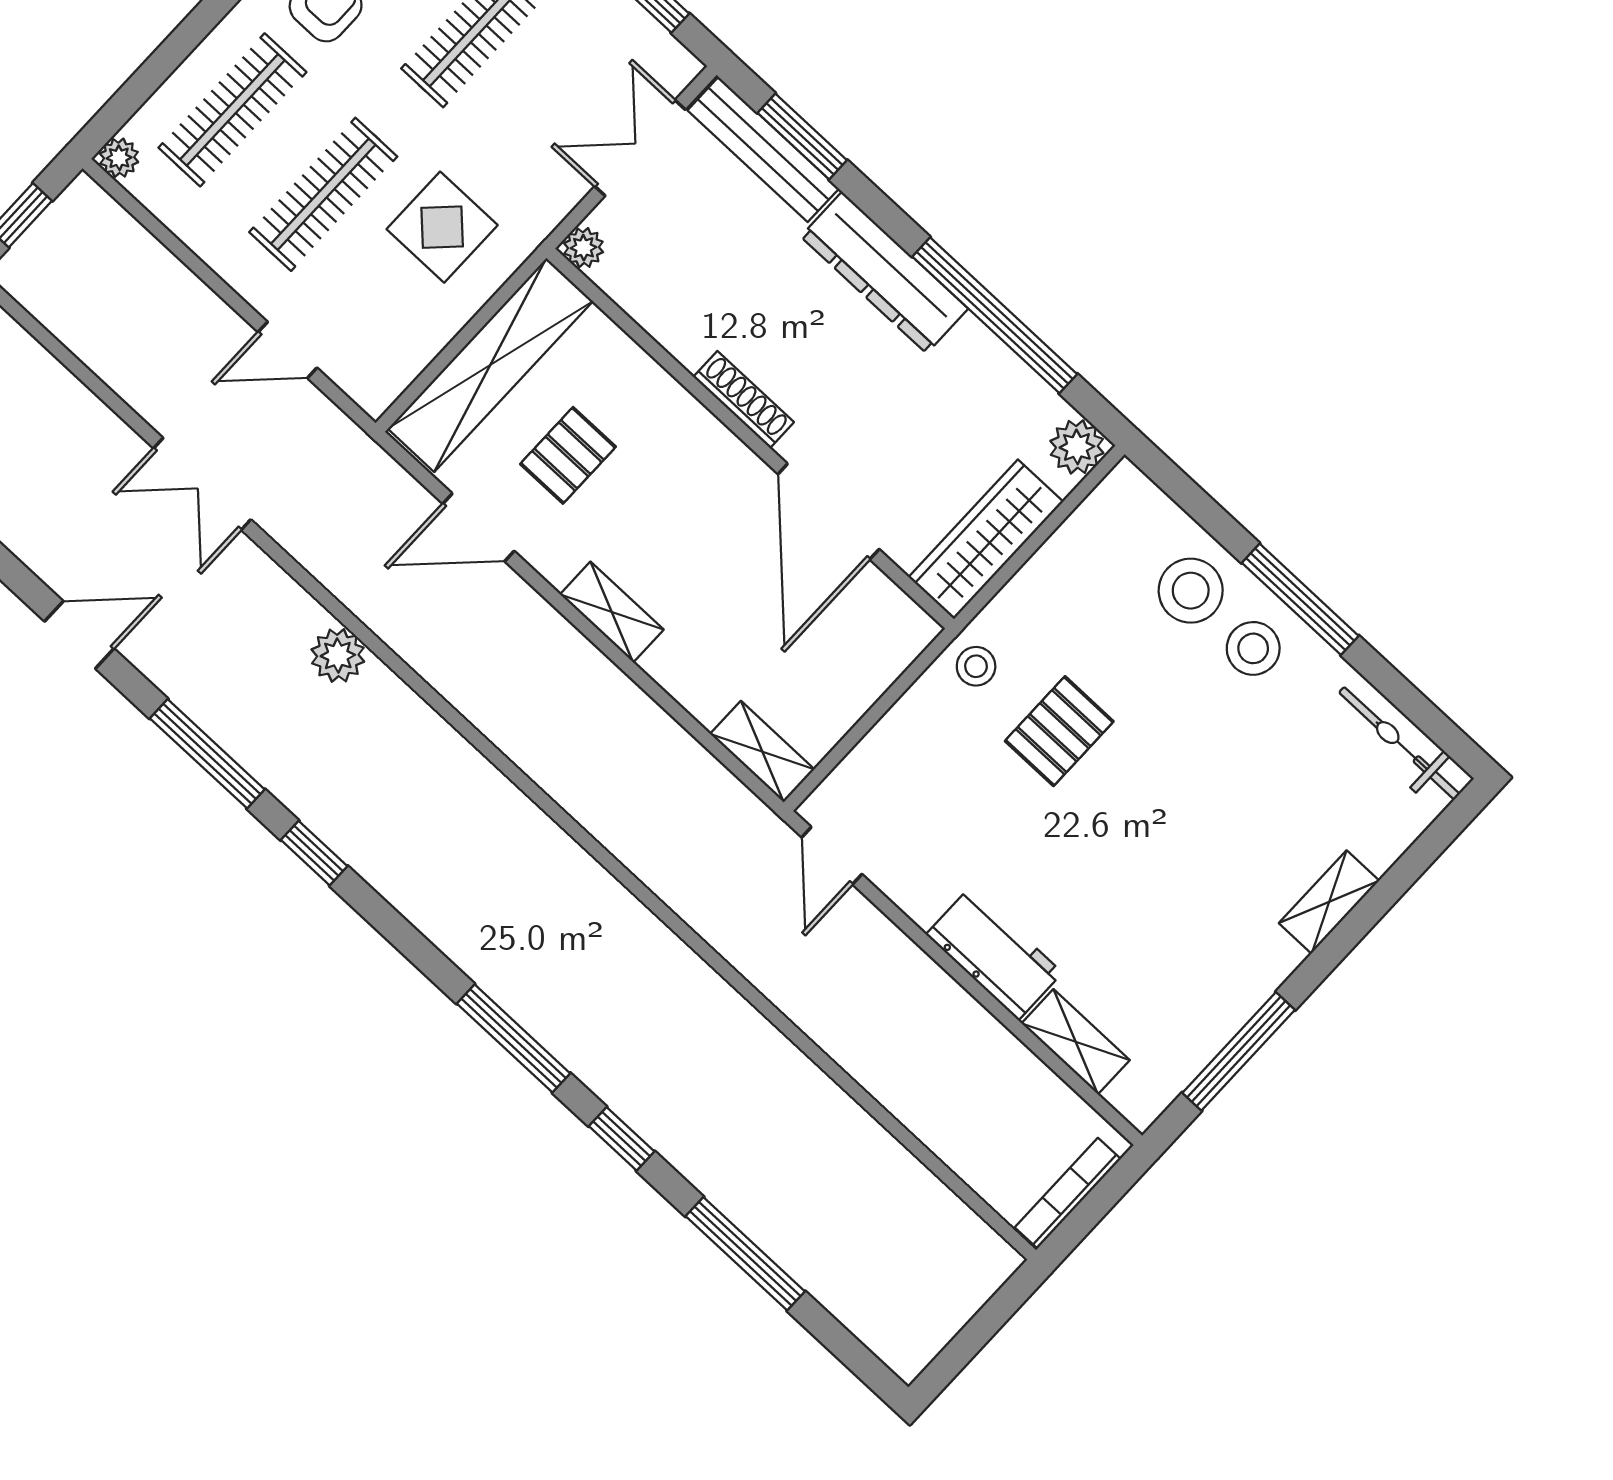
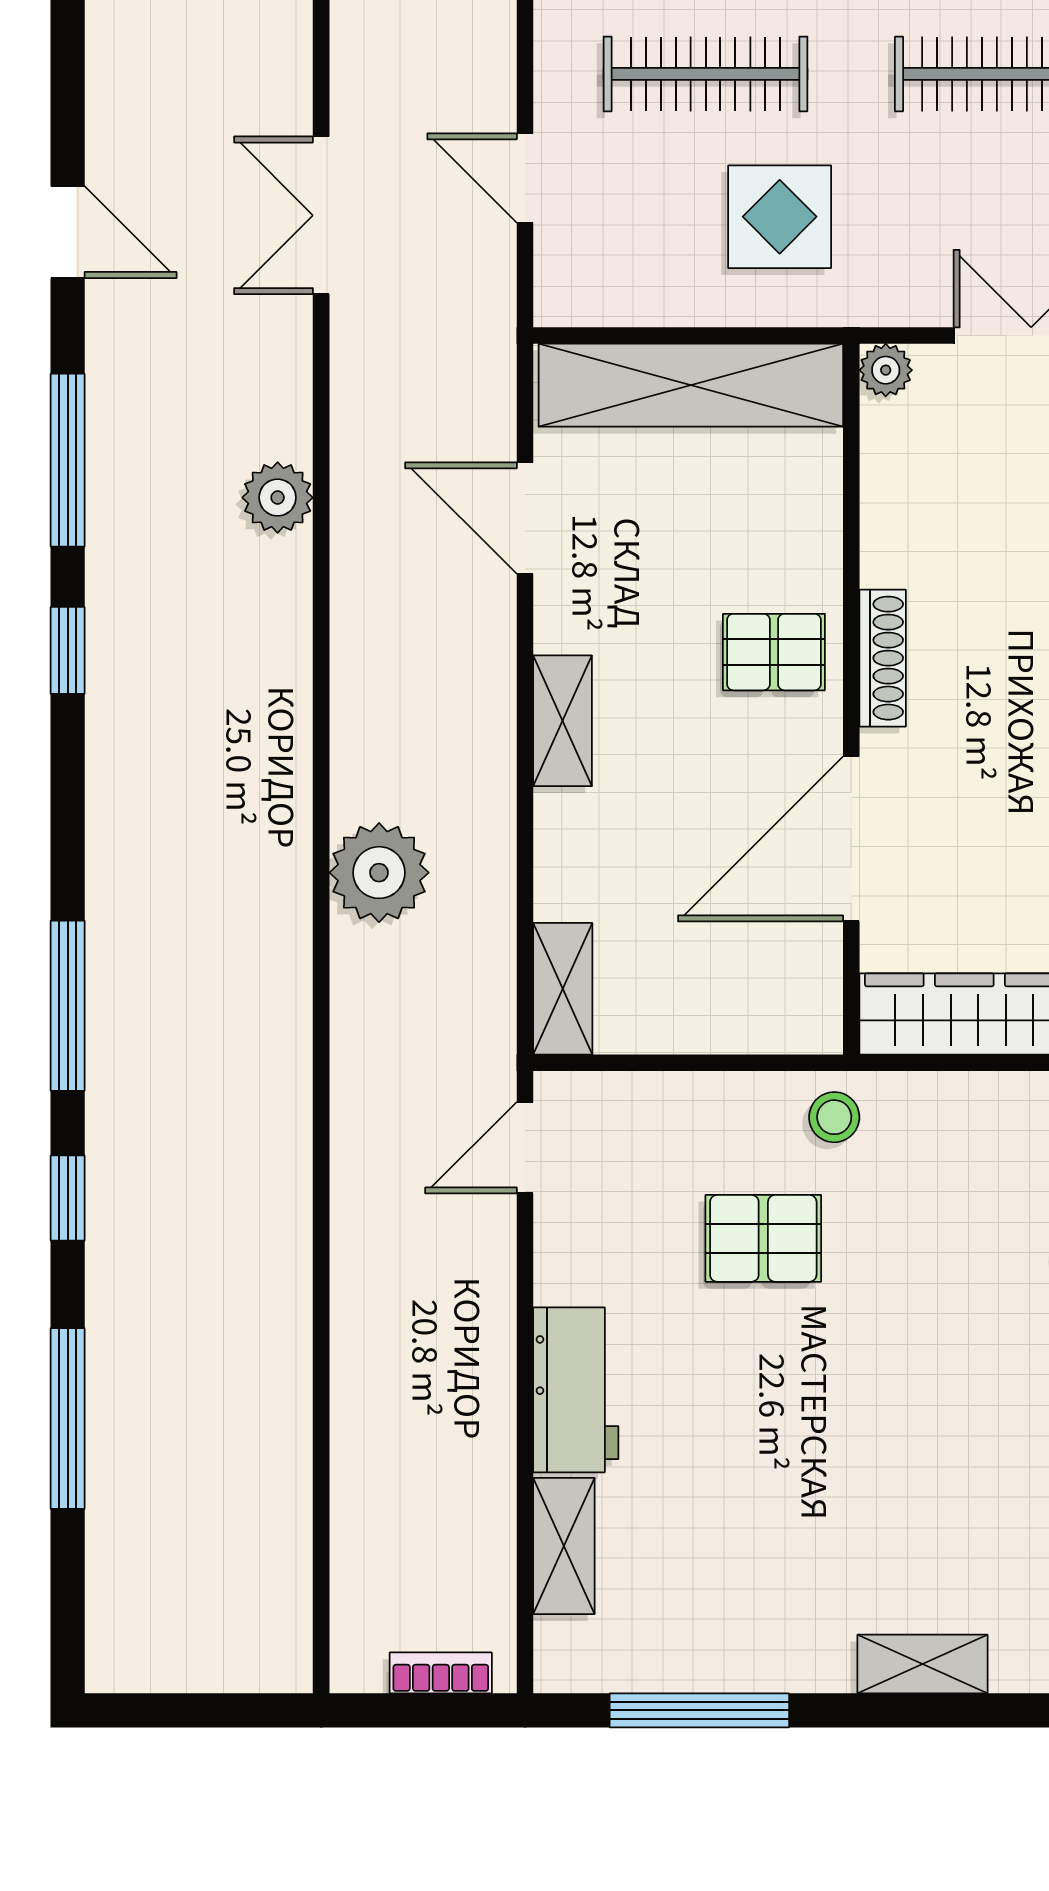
pallet: (568, 455) -> (774, 652), moved
pallet: (1059, 731) -> (763, 1238), moved
plant: (601, 794) -> (379, 873), added
bookcase: (1068, 1193) -> (441, 1673), width x0.64

